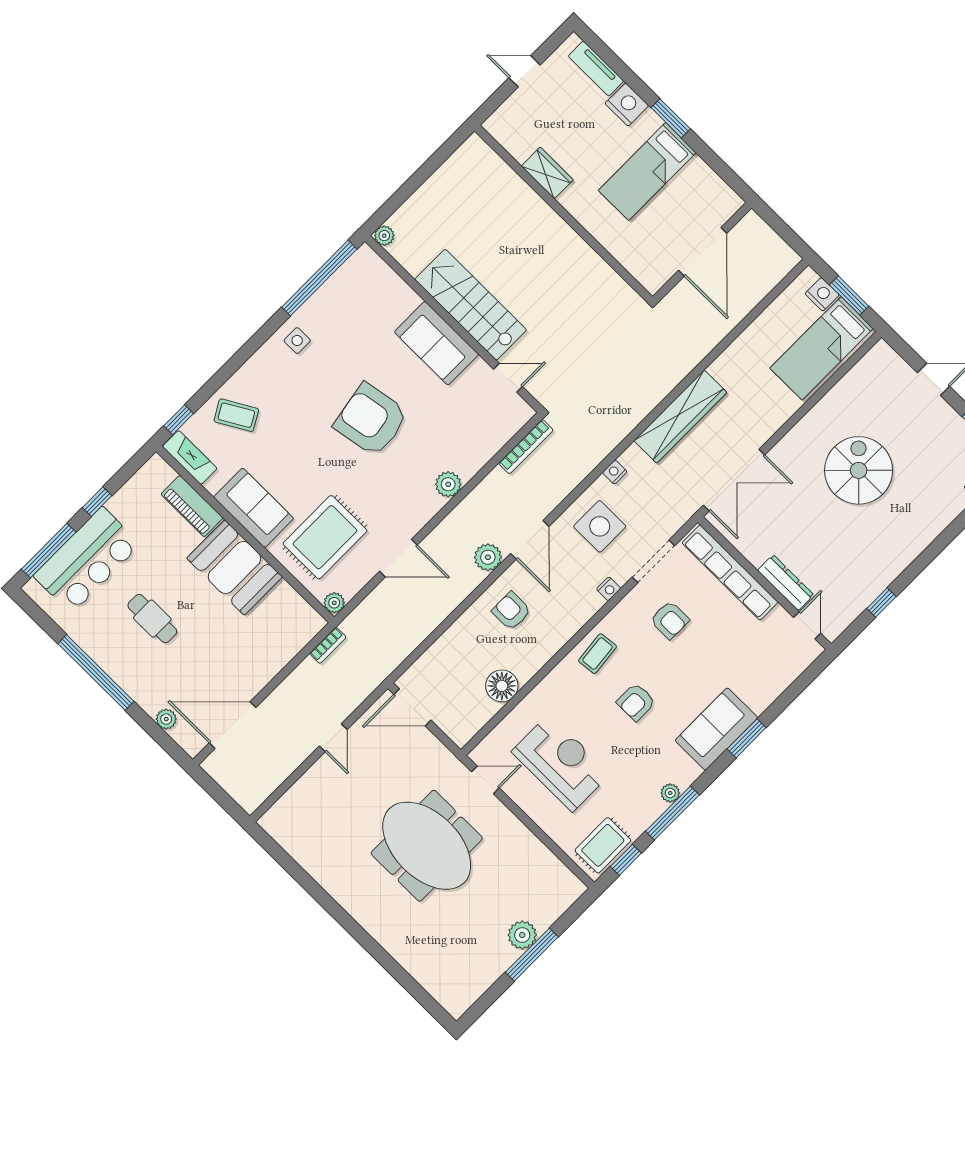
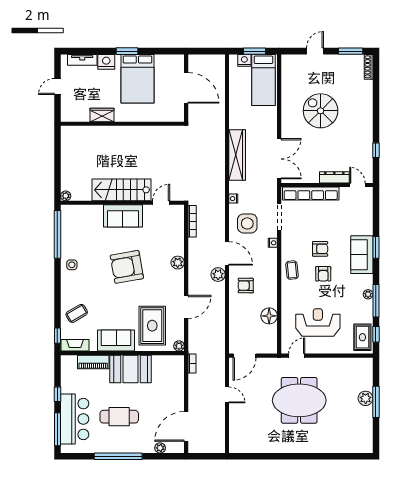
bed: (647, 171) -> (137, 79), width x1.50
cafe table: (152, 619) -> (119, 417), width x1.37, depth x1.35
armchair: (670, 620) -> (320, 249), moved

